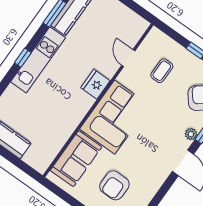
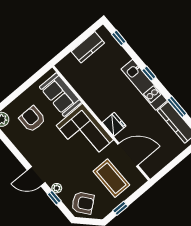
door: (128, 58) -> (128, 155), width x1.87
coffee table: (162, 71) -> (111, 178), width x1.86, depth x1.72

